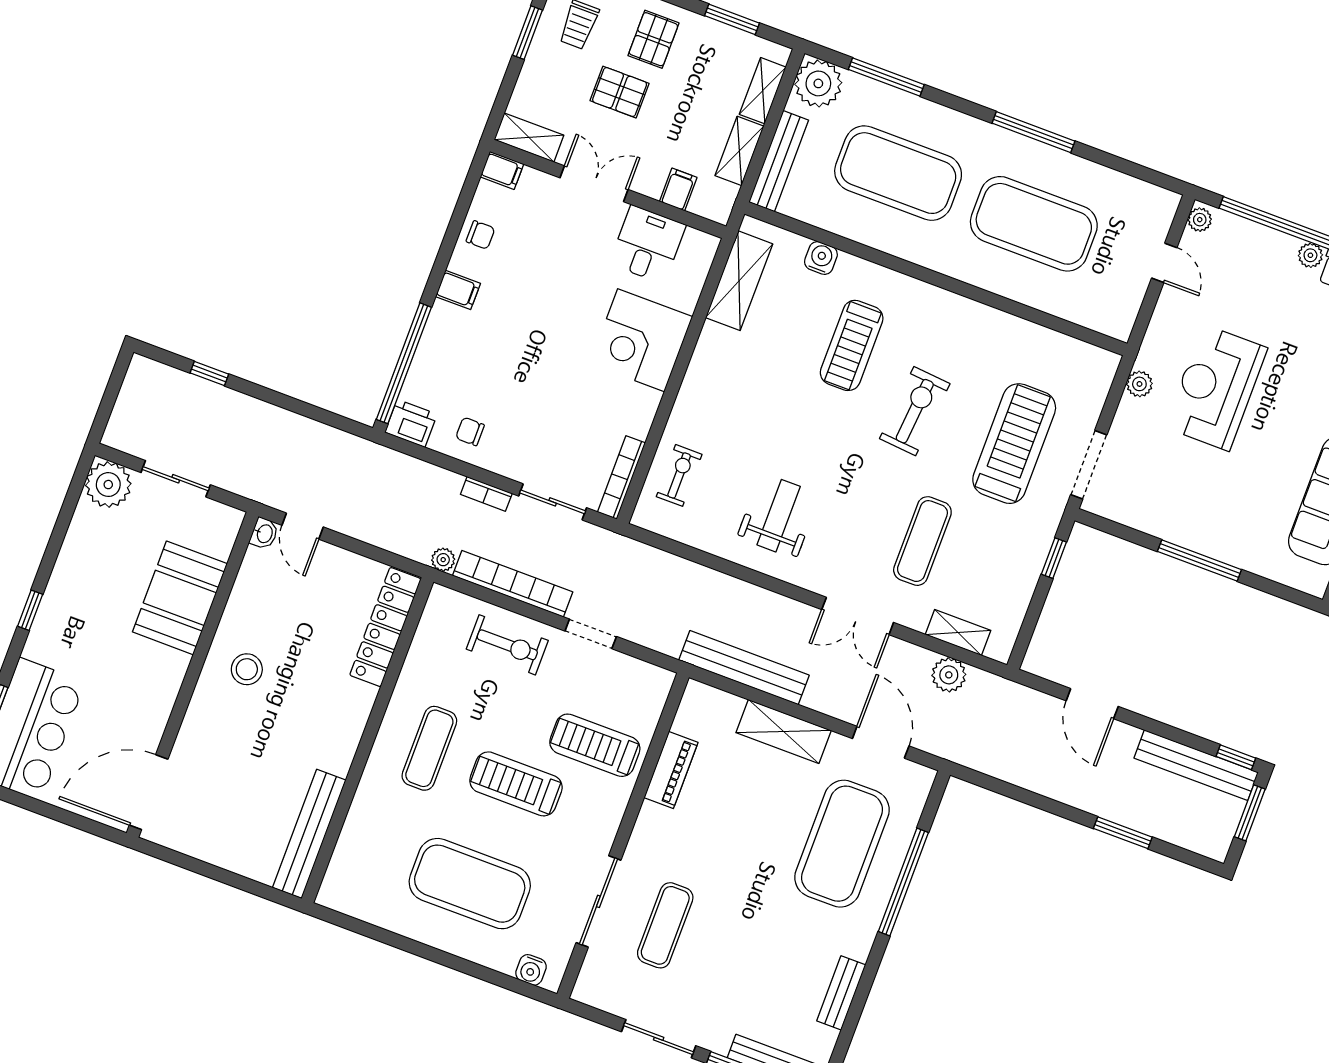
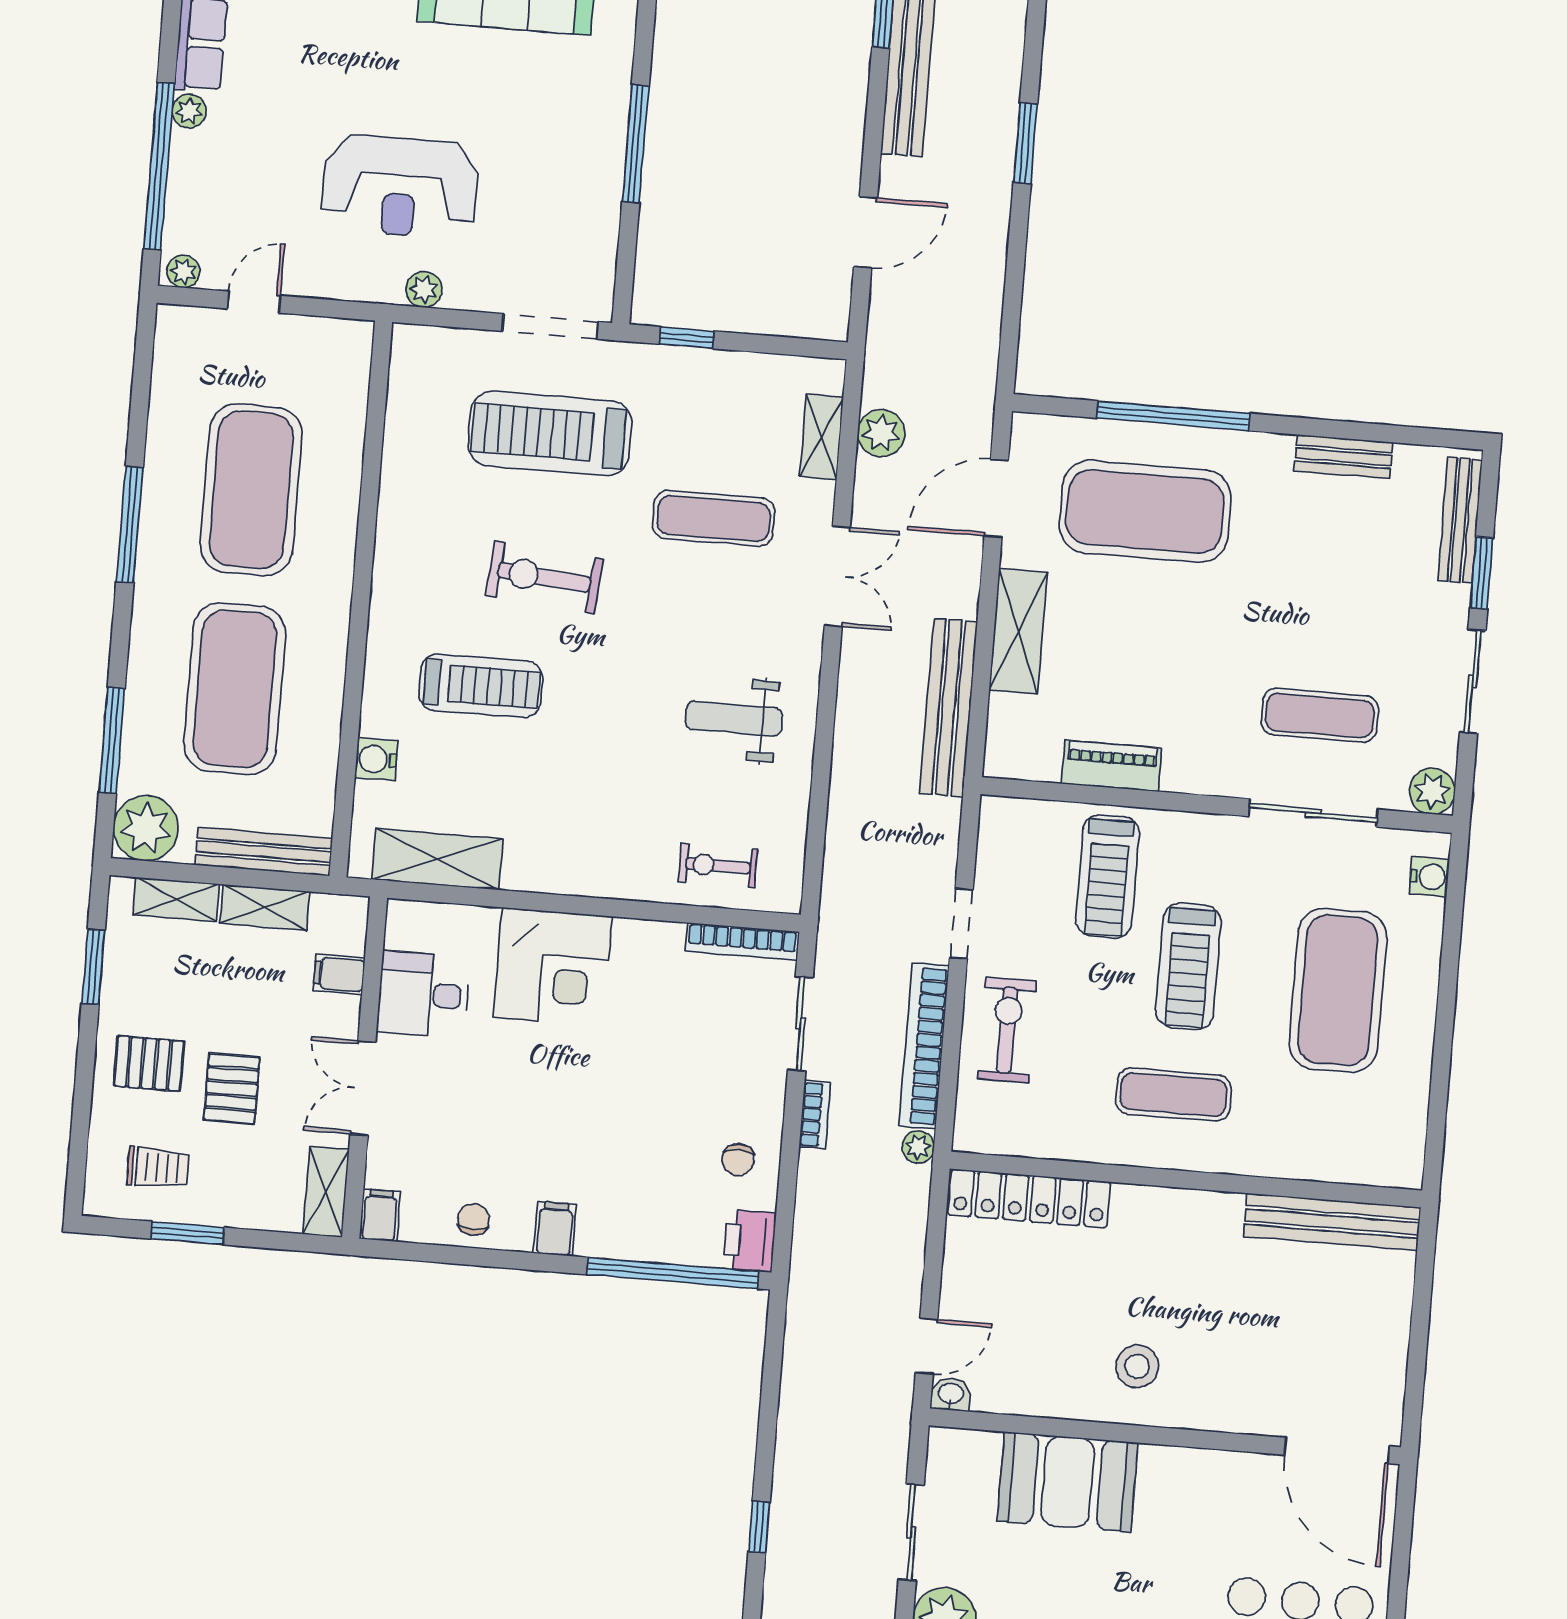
plant: (590, 989) -> (1432, 791), added

